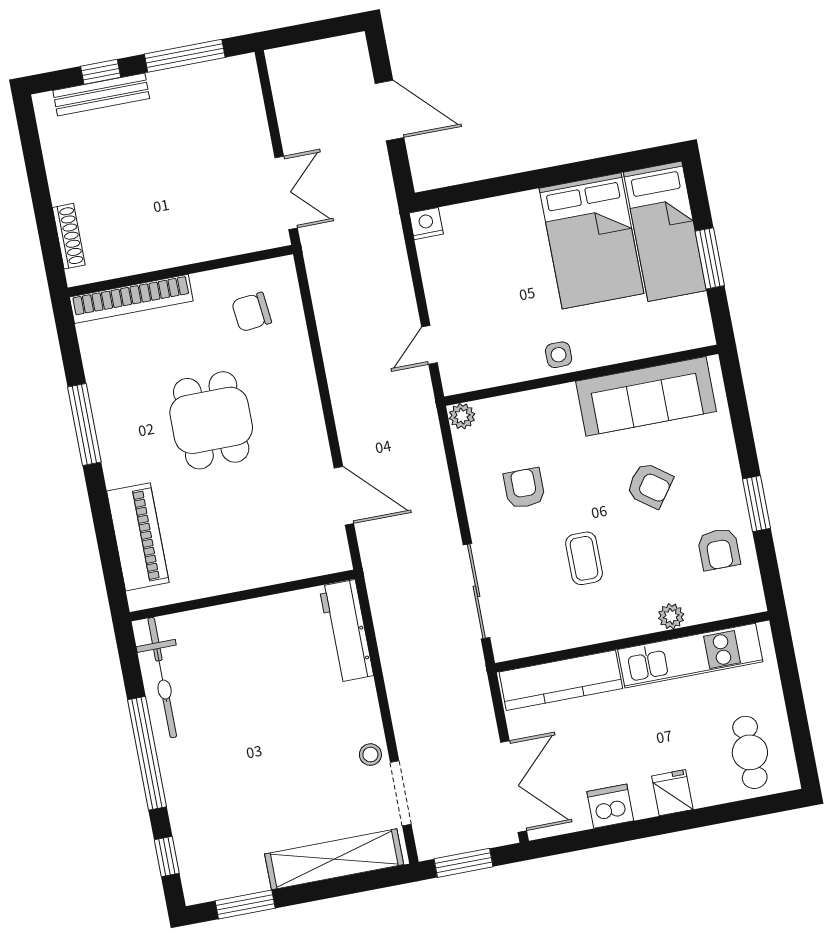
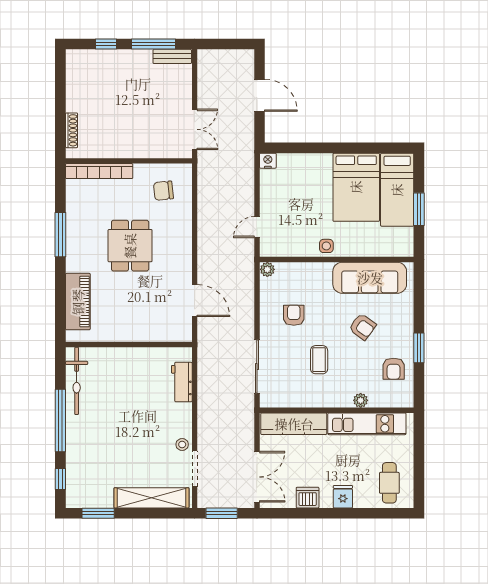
bench: (101, 95) -> (172, 56), moved, width x0.73
workbench: (346, 631) -> (182, 382), width x0.73

